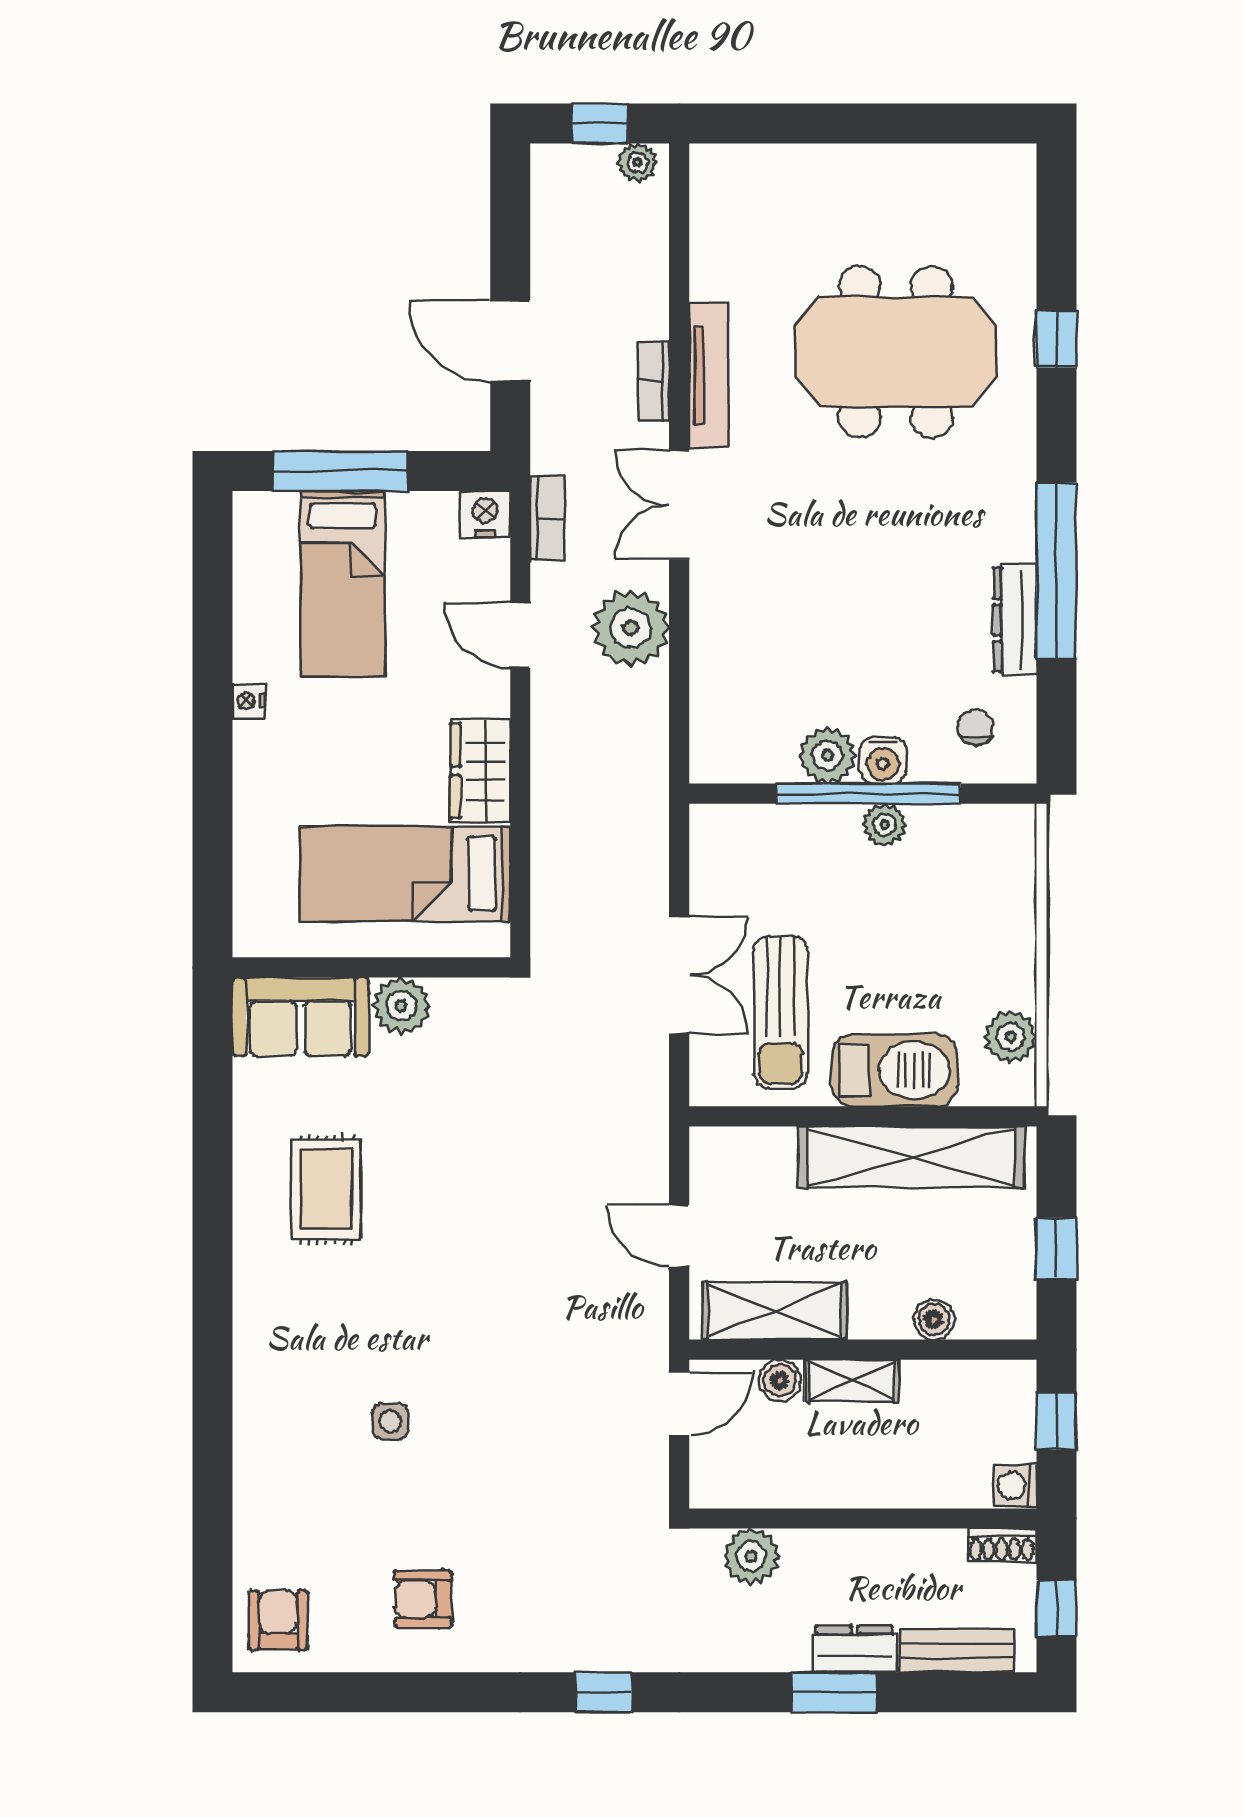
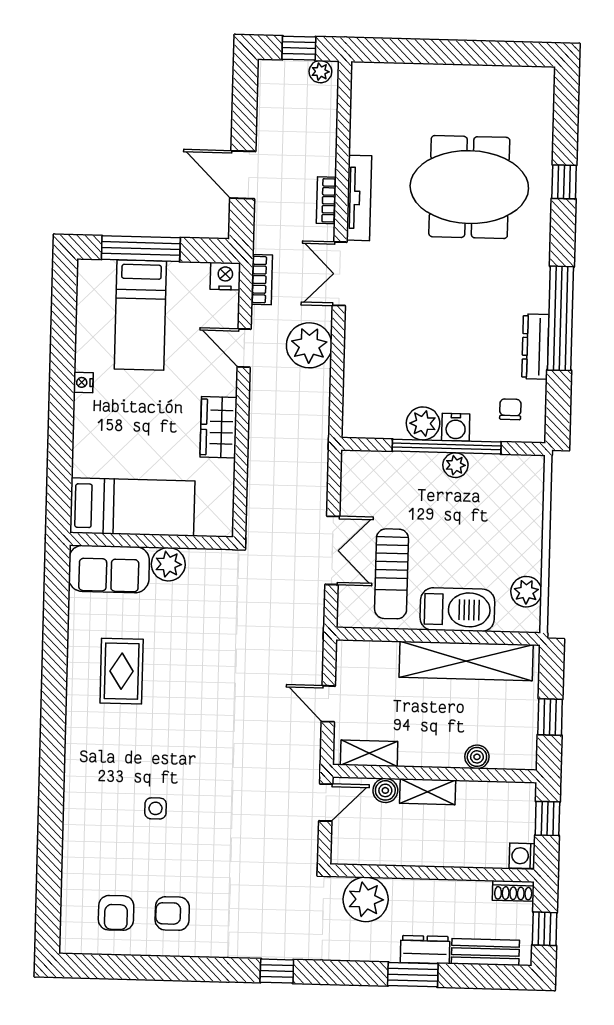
bed: (405, 874) -> (132, 507), moved, turned 180
shelving: (775, 1311) -> (369, 753), width x0.67, depth x0.75
plant: (751, 1556) -> (366, 899), width x1.36, depth x1.36
armchair: (278, 1620) -> (116, 913), moved, turned 180

